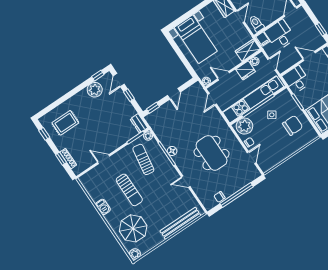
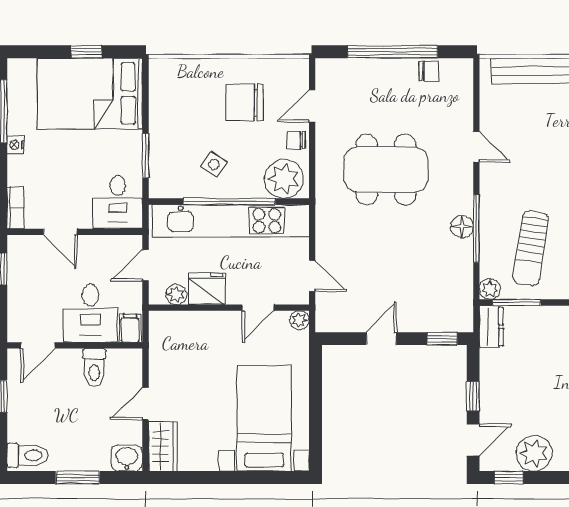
toilet: (256, 24) -> (94, 368), moved
wardrobe: (248, 50) -> (175, 326), removed
door: (224, 76) -> (258, 308), hinge flipped
door: (212, 99) -> (312, 276), hinge flipped
chair: (293, 125) -> (245, 102), moved
dining table: (212, 153) -> (386, 169), turned 90

